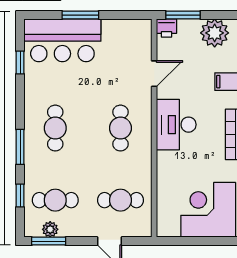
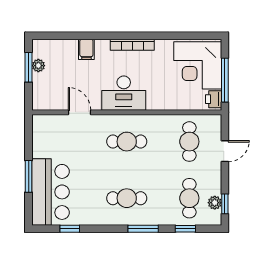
window: (183, 15) -> (29, 67), moved
printer: (167, 28) -> (214, 99), moved, turned 180
plant: (215, 33) -> (38, 66), width x0.53, depth x0.53
window: (49, 241) -> (225, 204), width x0.67
window: (191, 241) -> (225, 80), added

